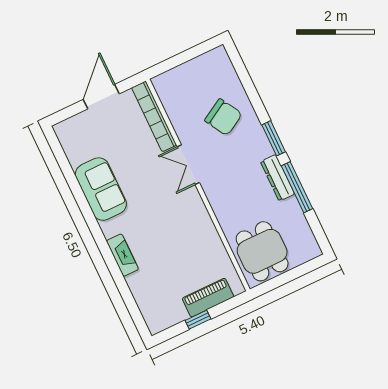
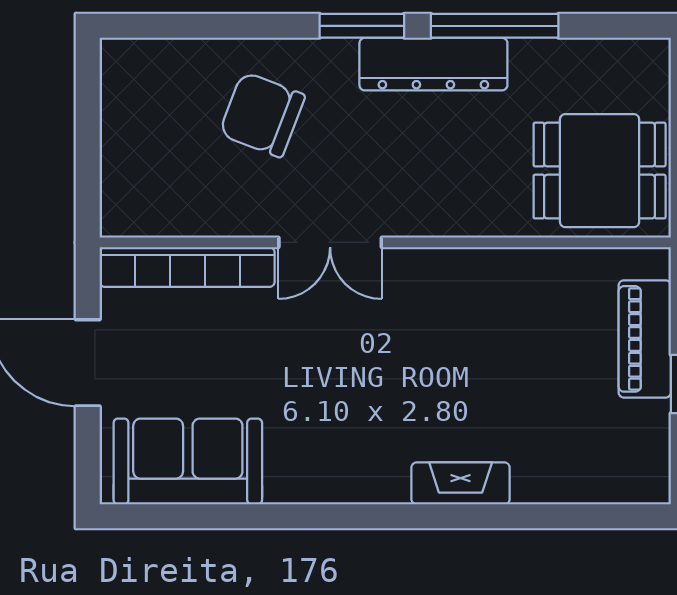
chair: (223, 117) -> (262, 115), turned -129
dresser: (277, 178) -> (433, 64), width x1.37, depth x1.24
sofa: (101, 189) -> (188, 461), moved

